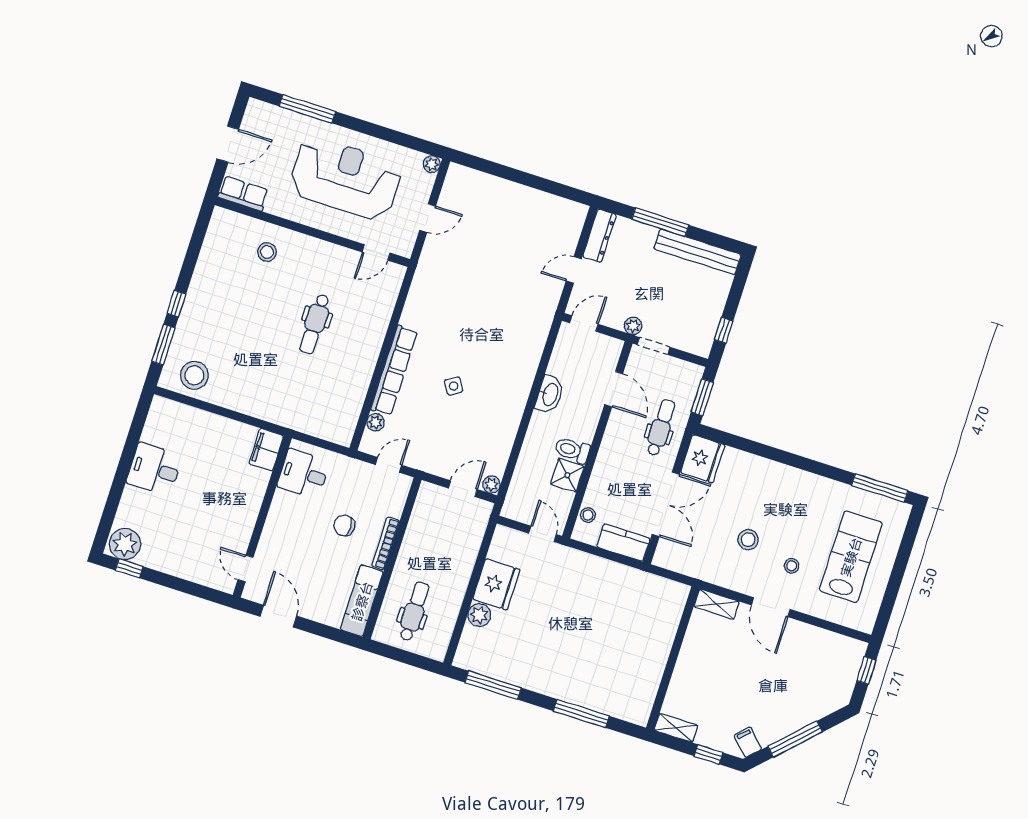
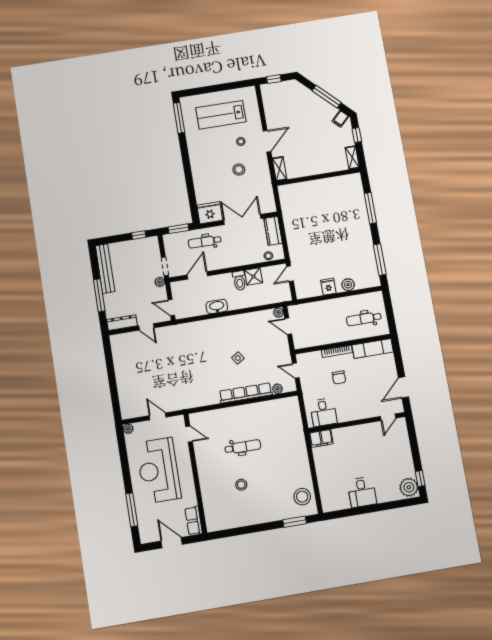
stool: (267, 252) -> (241, 485), moved
window: (176, 304) -> (270, 526), removed
fridge: (496, 584) -> (328, 287), width x0.53, depth x0.75

